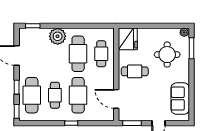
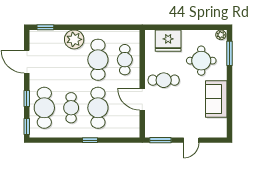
fridge: (128, 39) -> (168, 41), moved, turned 90
door: (116, 99) -> (142, 99), moved
sofa: (180, 99) -> (216, 99), moved

